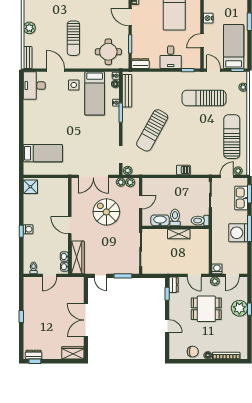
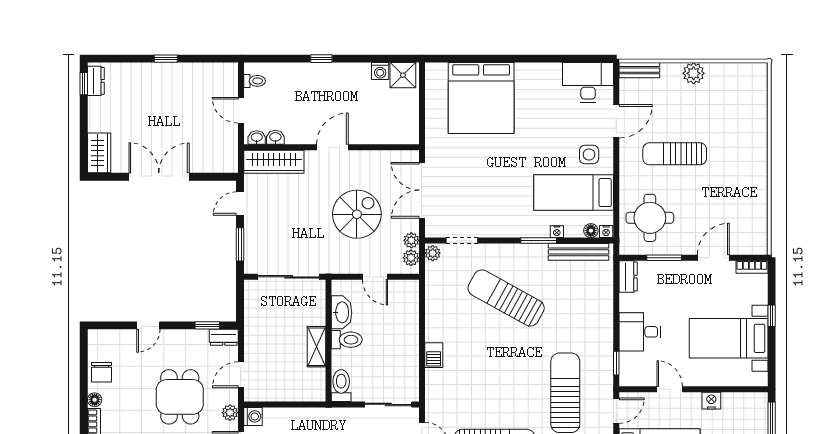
bed: (43, 153) -> (481, 98), width x2.04
washing machine: (28, 229) -> (380, 71), moved

